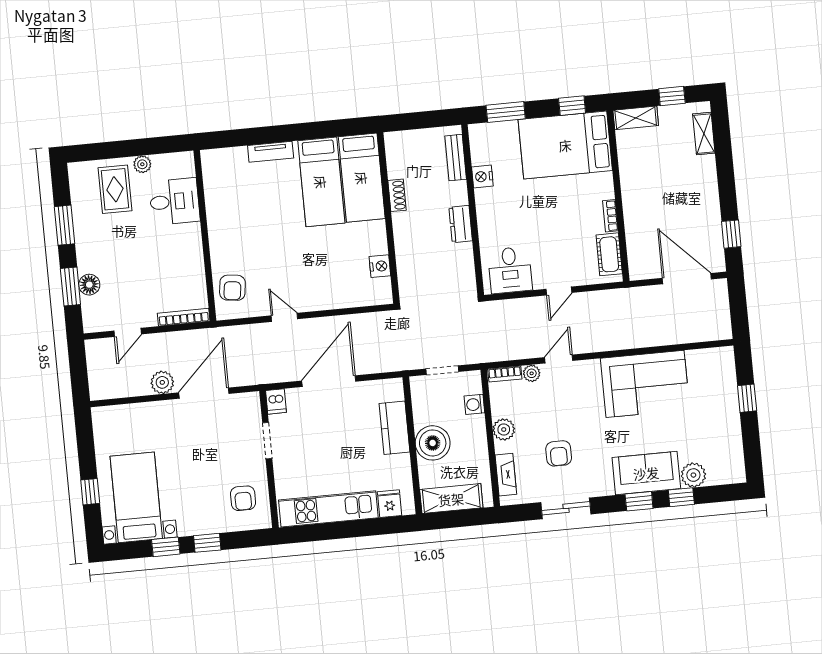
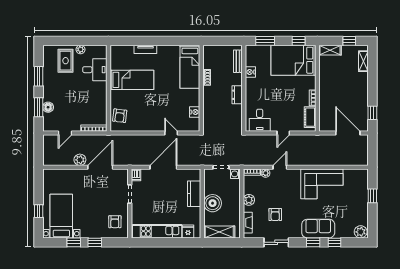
bed: (321, 182) -> (132, 80), moved, turned -90
door: (284, 317) -> (171, 133), moved
washing machine: (474, 404) -> (235, 174), moved
plant: (693, 475) -> (361, 232), moved

